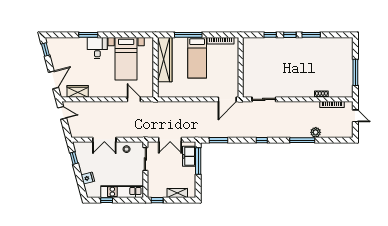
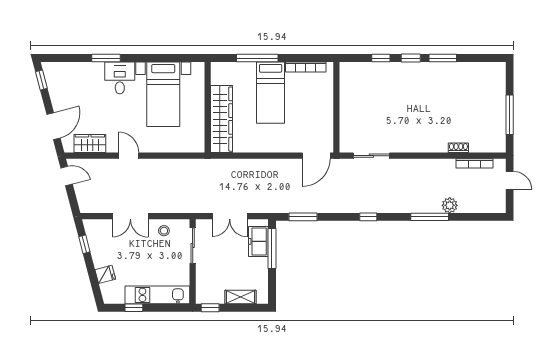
wardrobe: (165, 60) -> (222, 119), moved
door: (134, 99) -> (129, 156), moved

